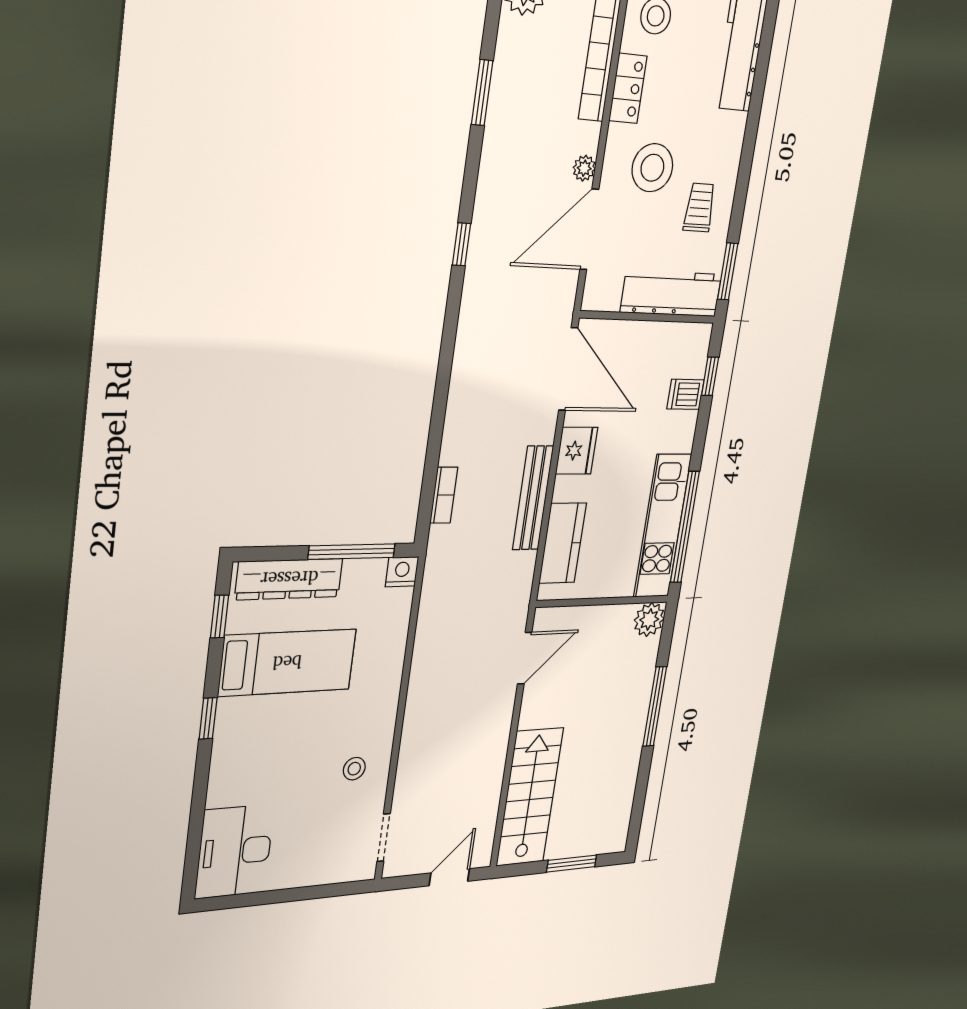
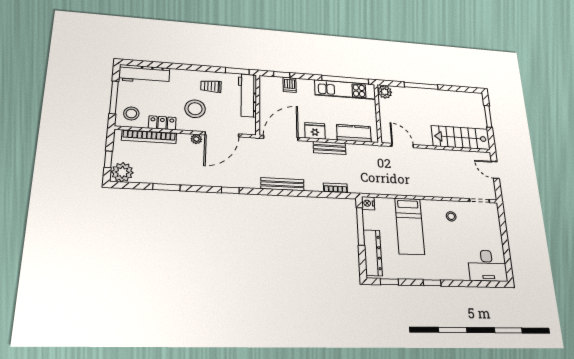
door: (589, 229) -> (222, 134), hinge flipped
bench: (464, 369) -> (282, 184), added
bench: (533, 498) -> (330, 148), width x0.73
bed: (287, 663) -> (410, 226), moved, turned 180

